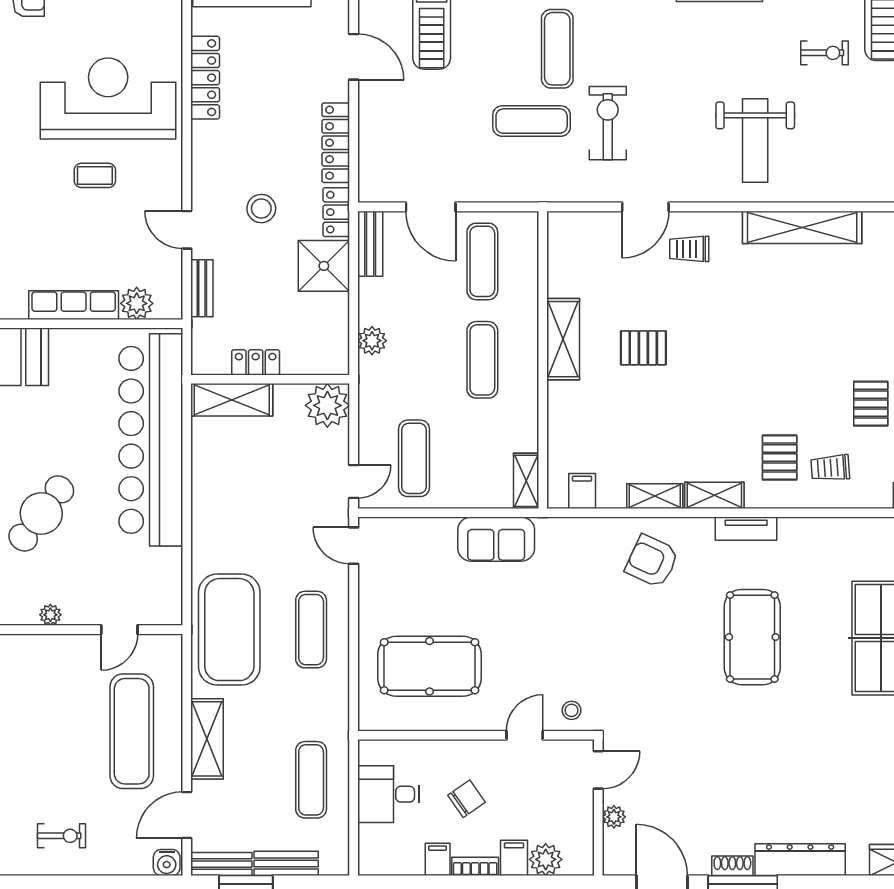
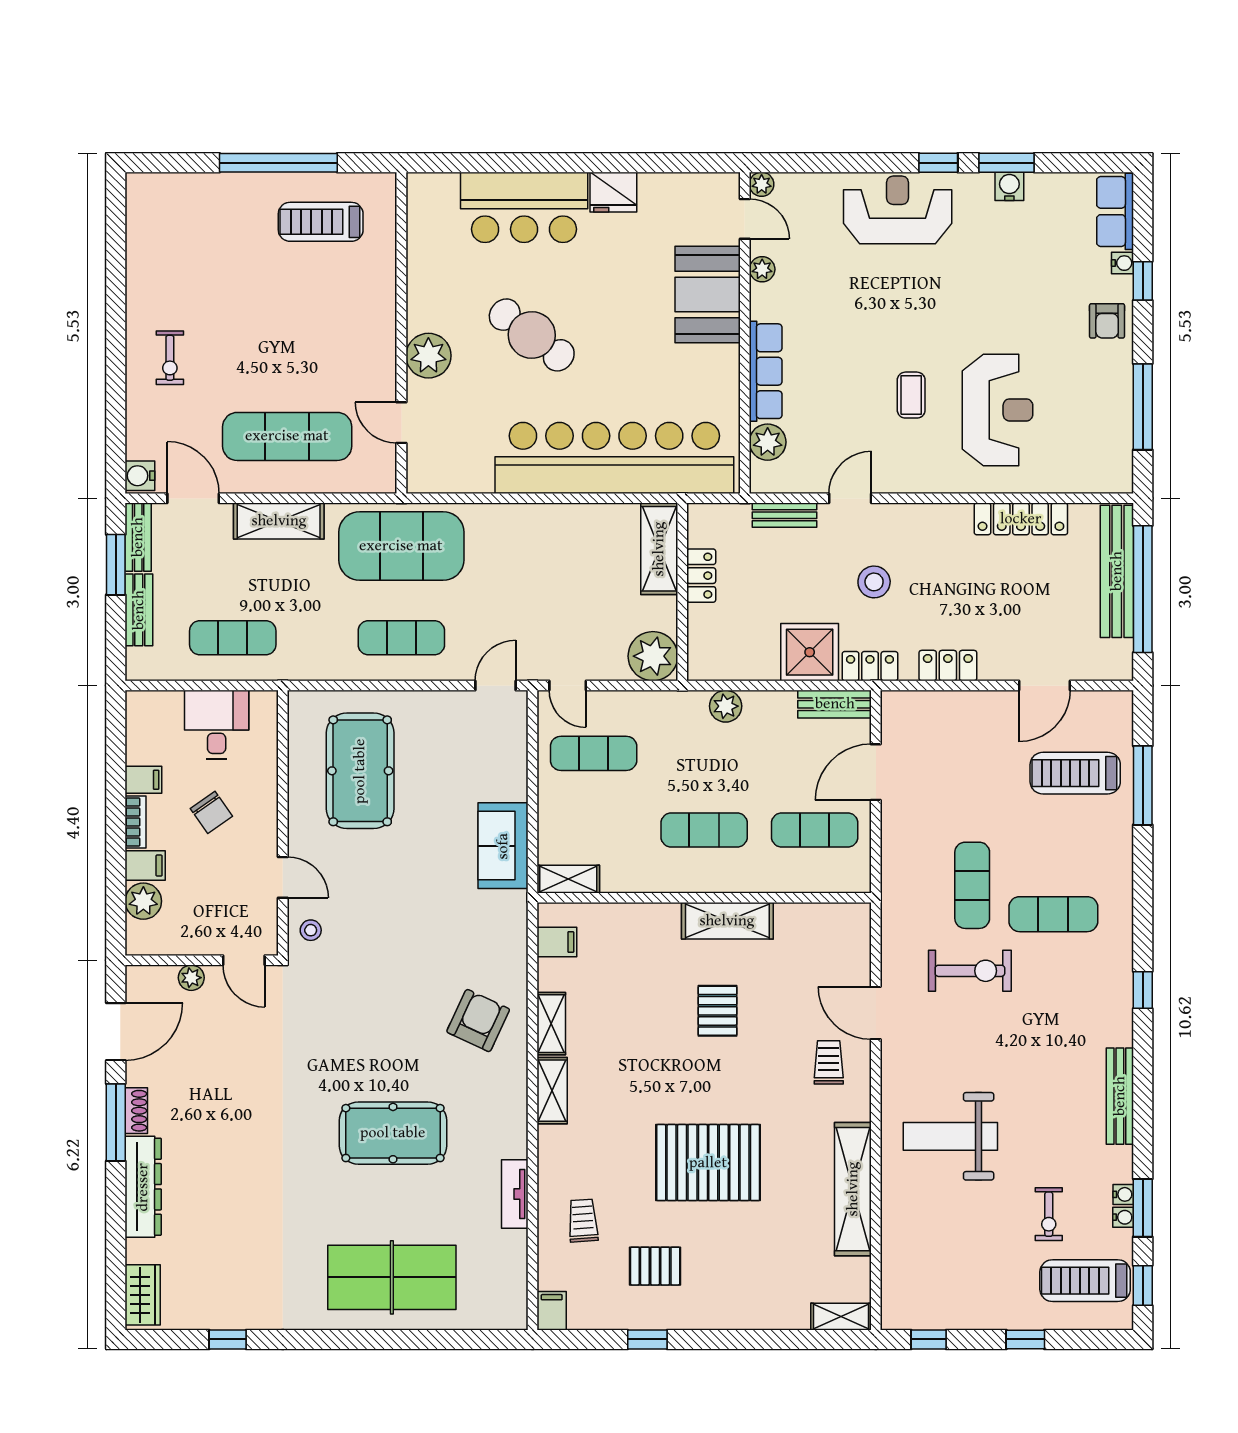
reception desk: (108, 98) -> (998, 410), width x0.74, depth x0.77
locker: (336, 143) -> (948, 666), width x0.66
pallet: (780, 458) -> (708, 1163), moved, width x2.05, depth x2.00
tv unit: (746, 529) -> (515, 1194), moved
plant: (50, 615) -> (428, 356), width x1.88, depth x1.88

